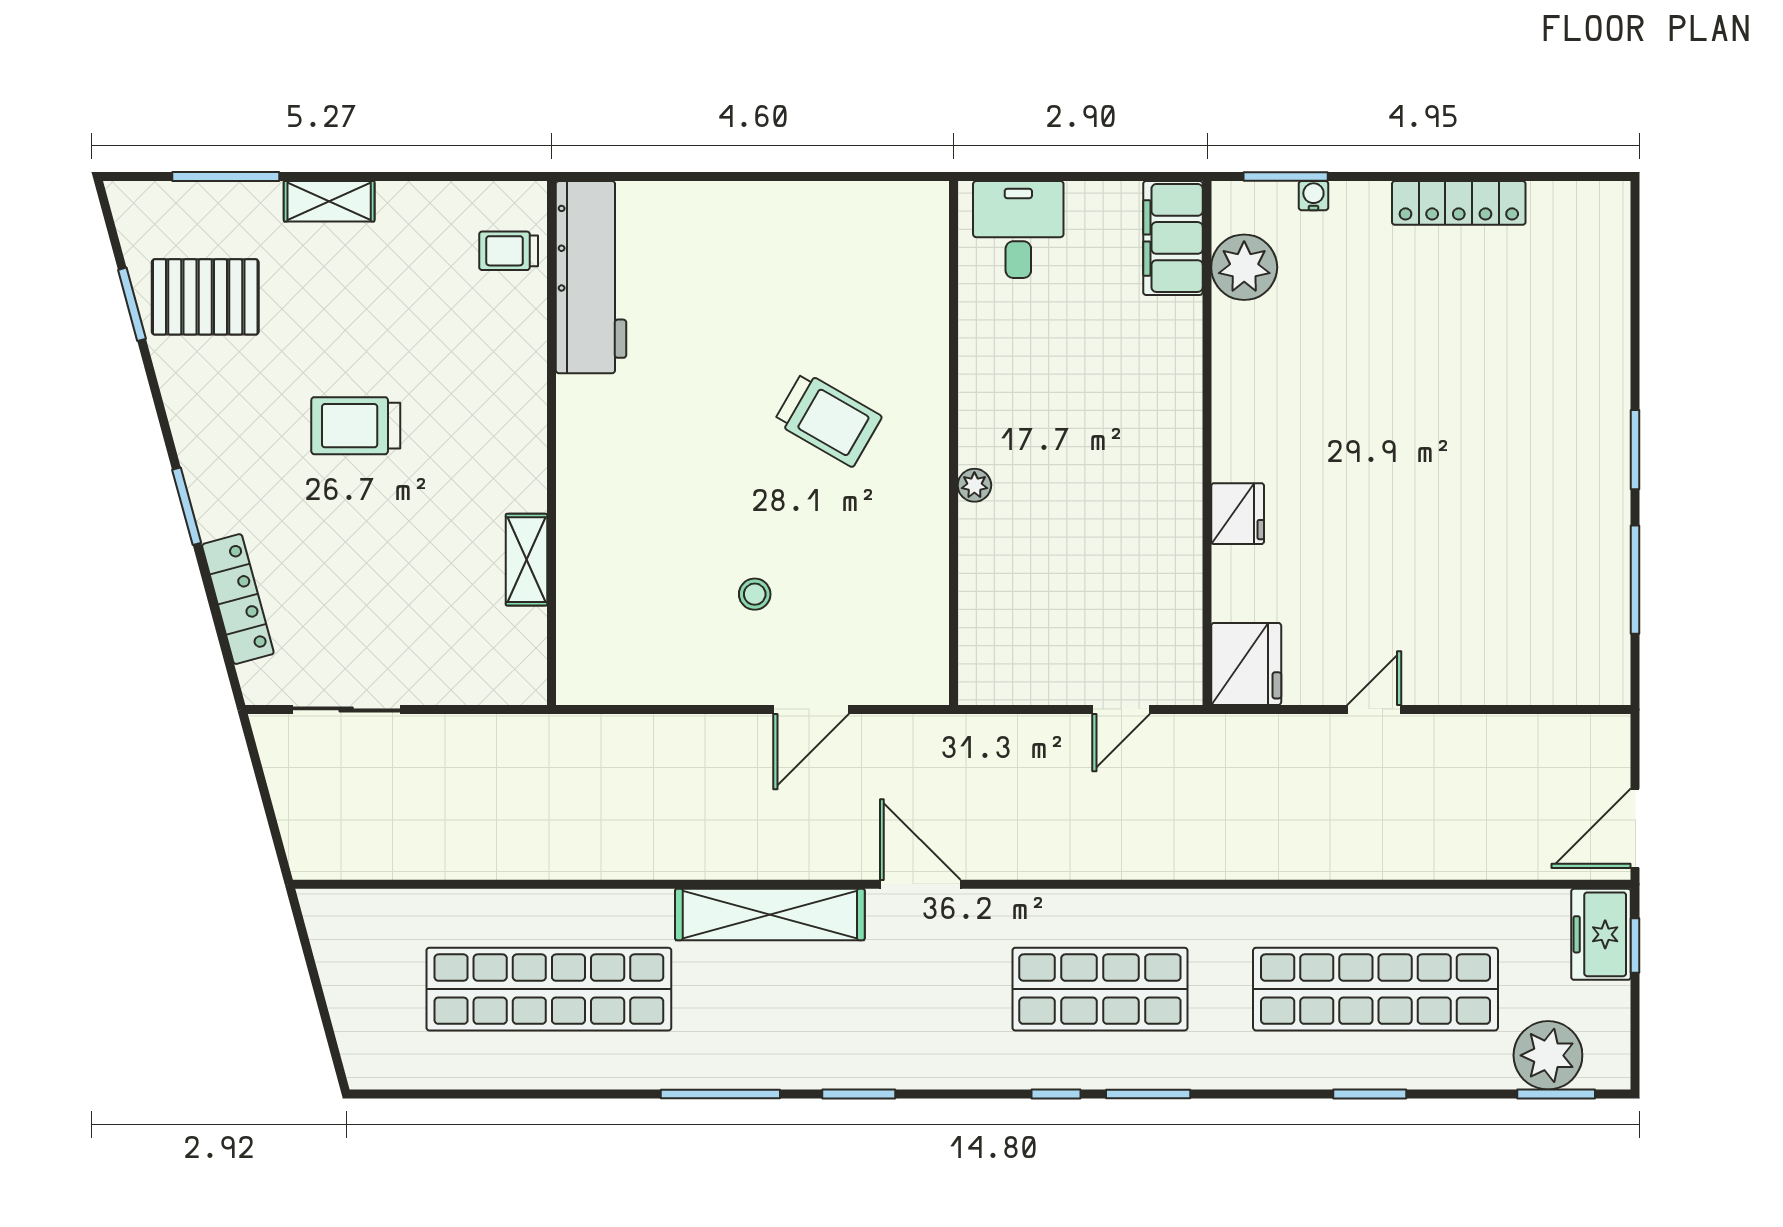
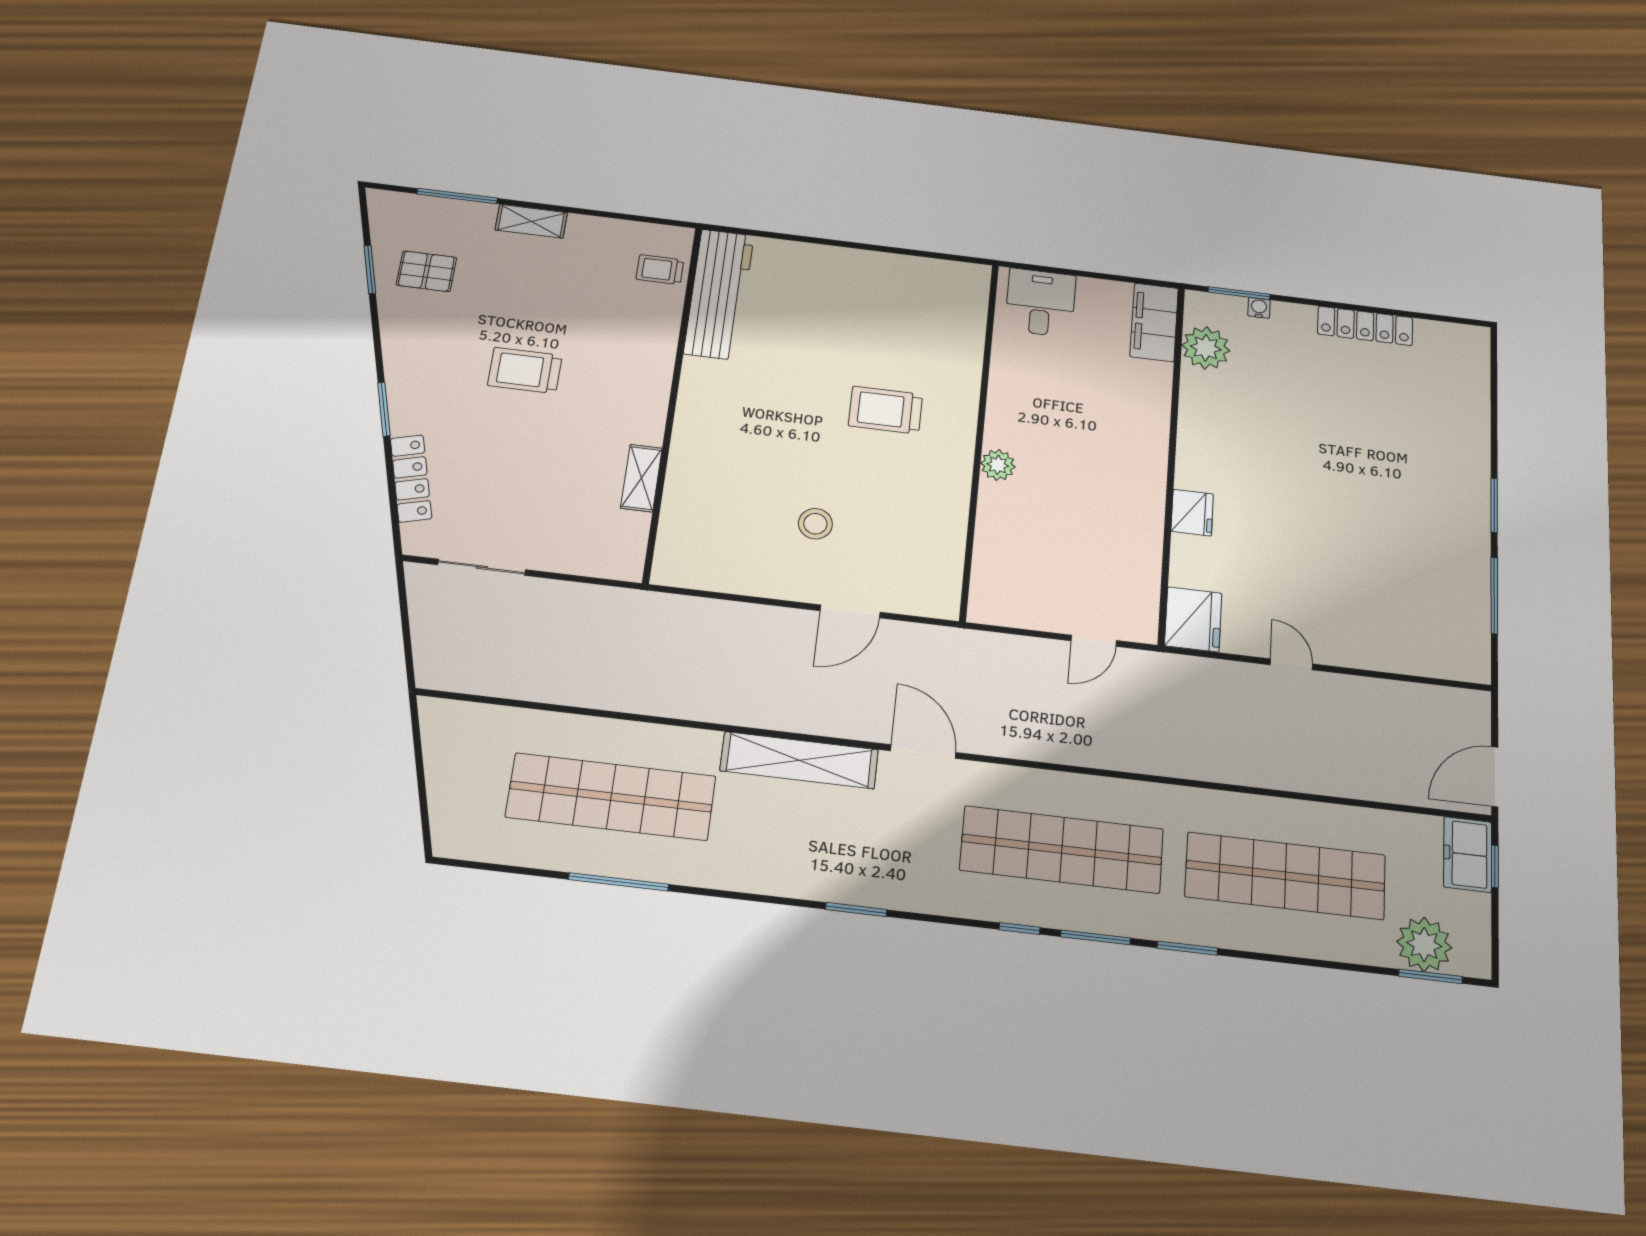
pallet: (205, 297) -> (426, 271), width x0.67, depth x0.71
trolley: (828, 419) -> (886, 410), turned 150
plant: (974, 485) -> (998, 465), width x1.38, depth x1.38
stool: (755, 594) -> (815, 524), width x1.37, depth x1.37
door: (1374, 709) -> (1291, 664), hinge flipped
shop shelf: (1100, 989) -> (1062, 850), width x1.40
window: (720, 1094) -> (619, 882), moved
window: (1370, 1094) -> (1187, 948), moved

